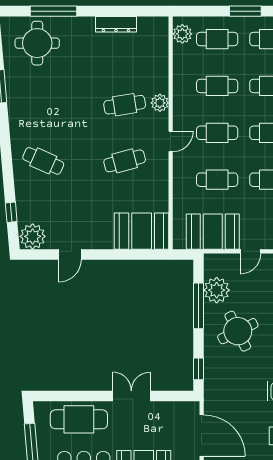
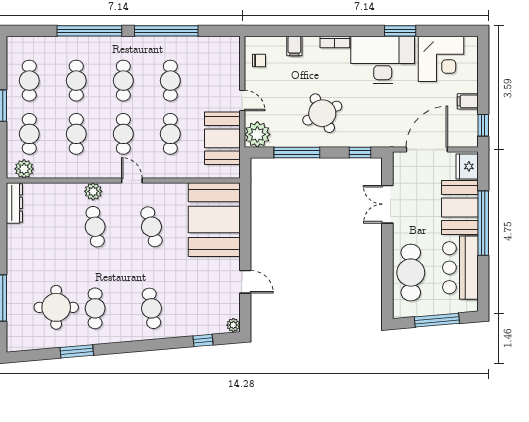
dresser: (116, 24) -> (14, 203), moved
round table: (37, 43) -> (56, 307), moved
cafe table: (43, 105) -> (95, 308), added
cafe table: (43, 161) -> (151, 308), turned -33
booth: (142, 231) -> (214, 220), width x1.36, depth x1.42
plant: (33, 236) -> (233, 325), width x0.53, depth x0.53
plant: (217, 290) -> (257, 134), moved
double door: (131, 396) -> (387, 204), moved

